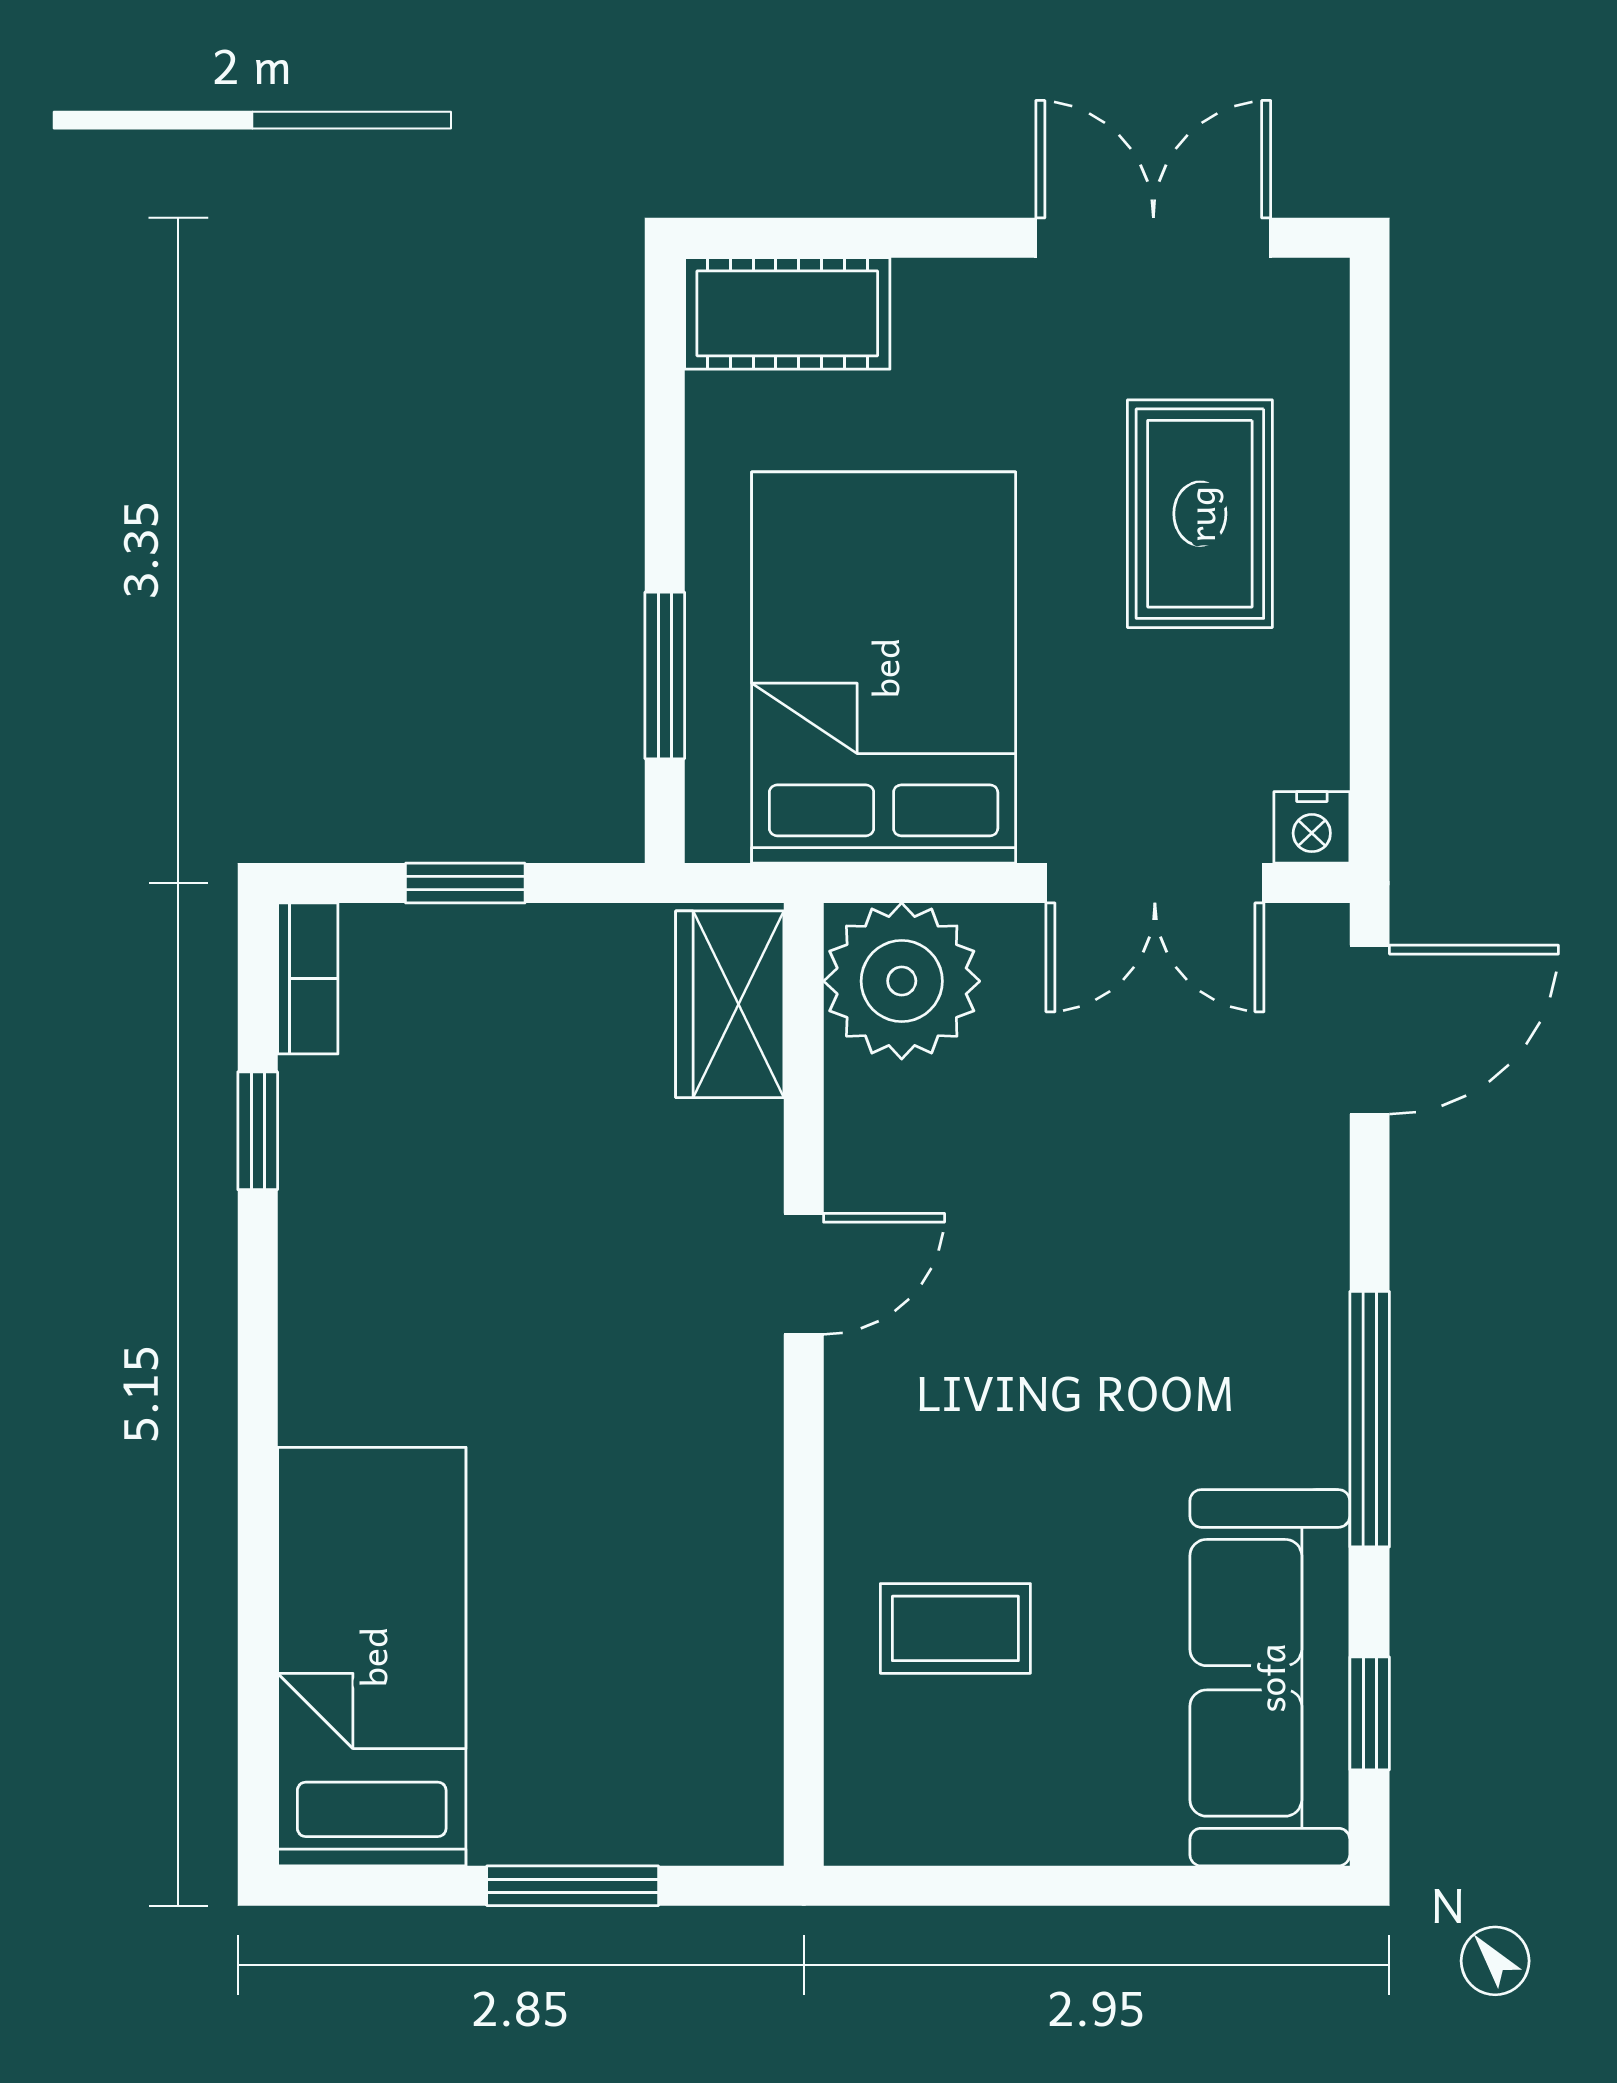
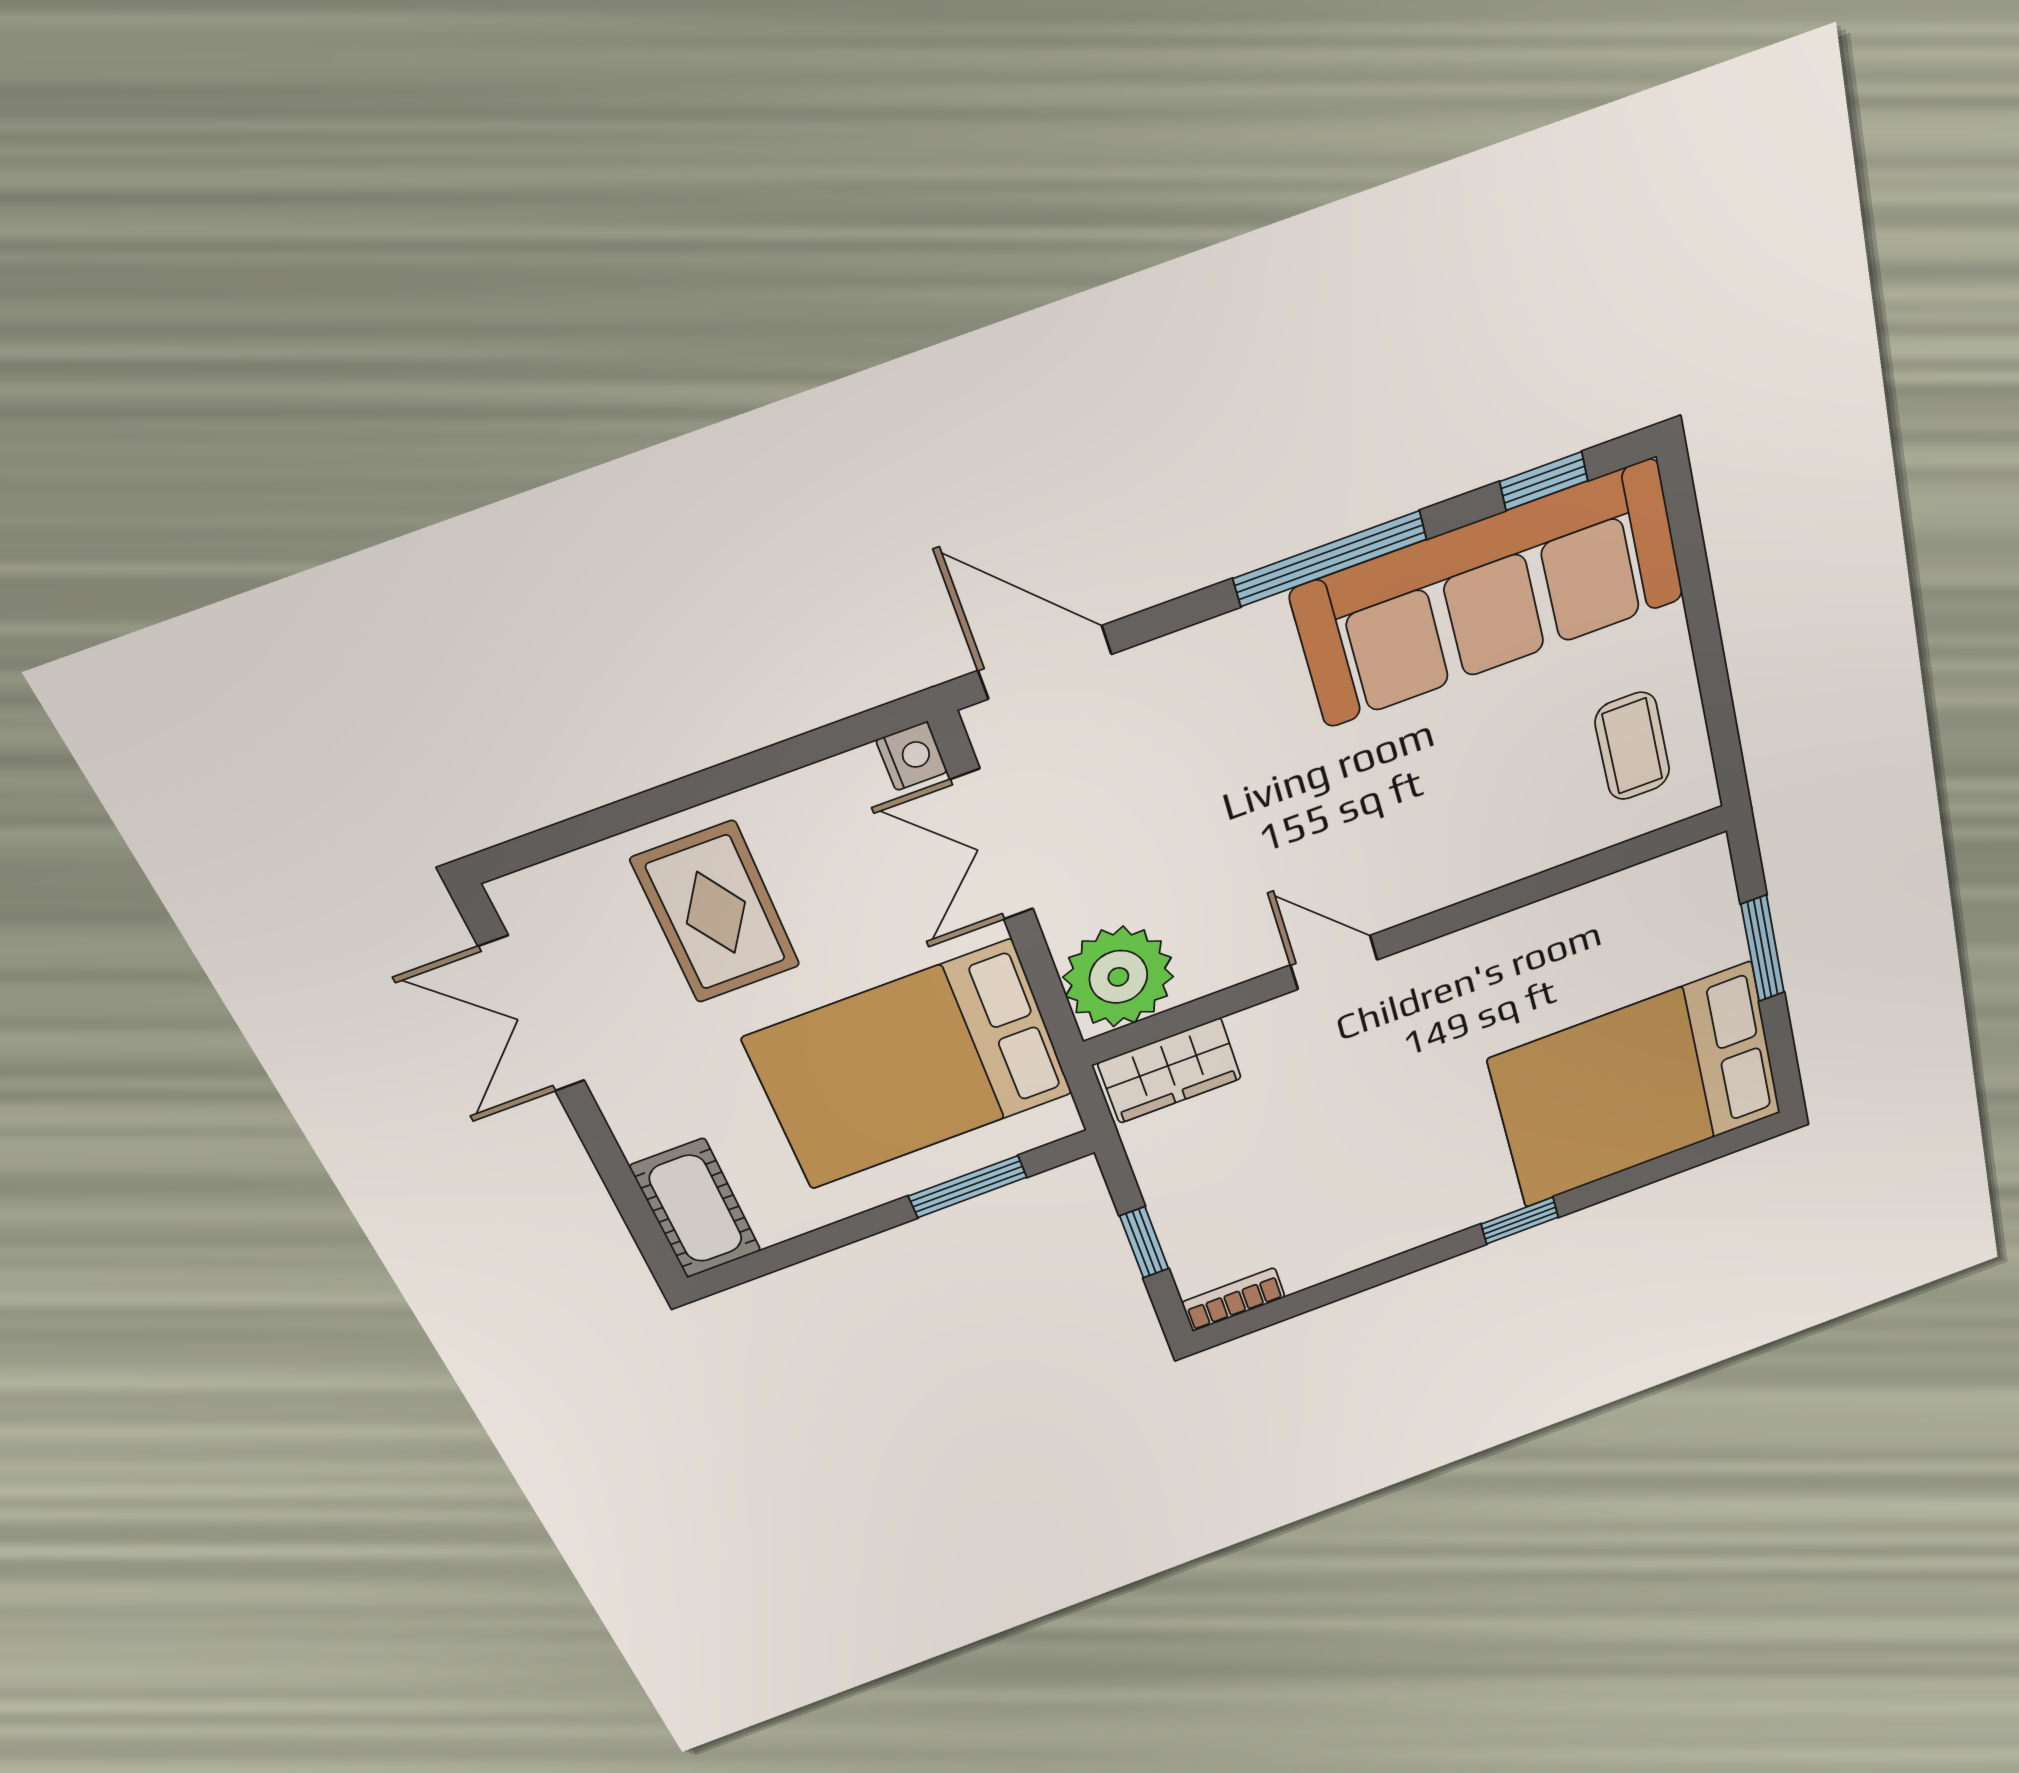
rug: (1200, 514) -> (716, 913), turned 90
double door: (1155, 883) -> (992, 845), swing flipped
window: (258, 1131) -> (1520, 1221), moved
coffee table: (955, 1628) -> (1632, 746), moved
bed: (372, 1657) -> (1636, 1086), width x1.50
sofa: (1270, 1678) -> (1489, 594), width x1.36, depth x1.27

